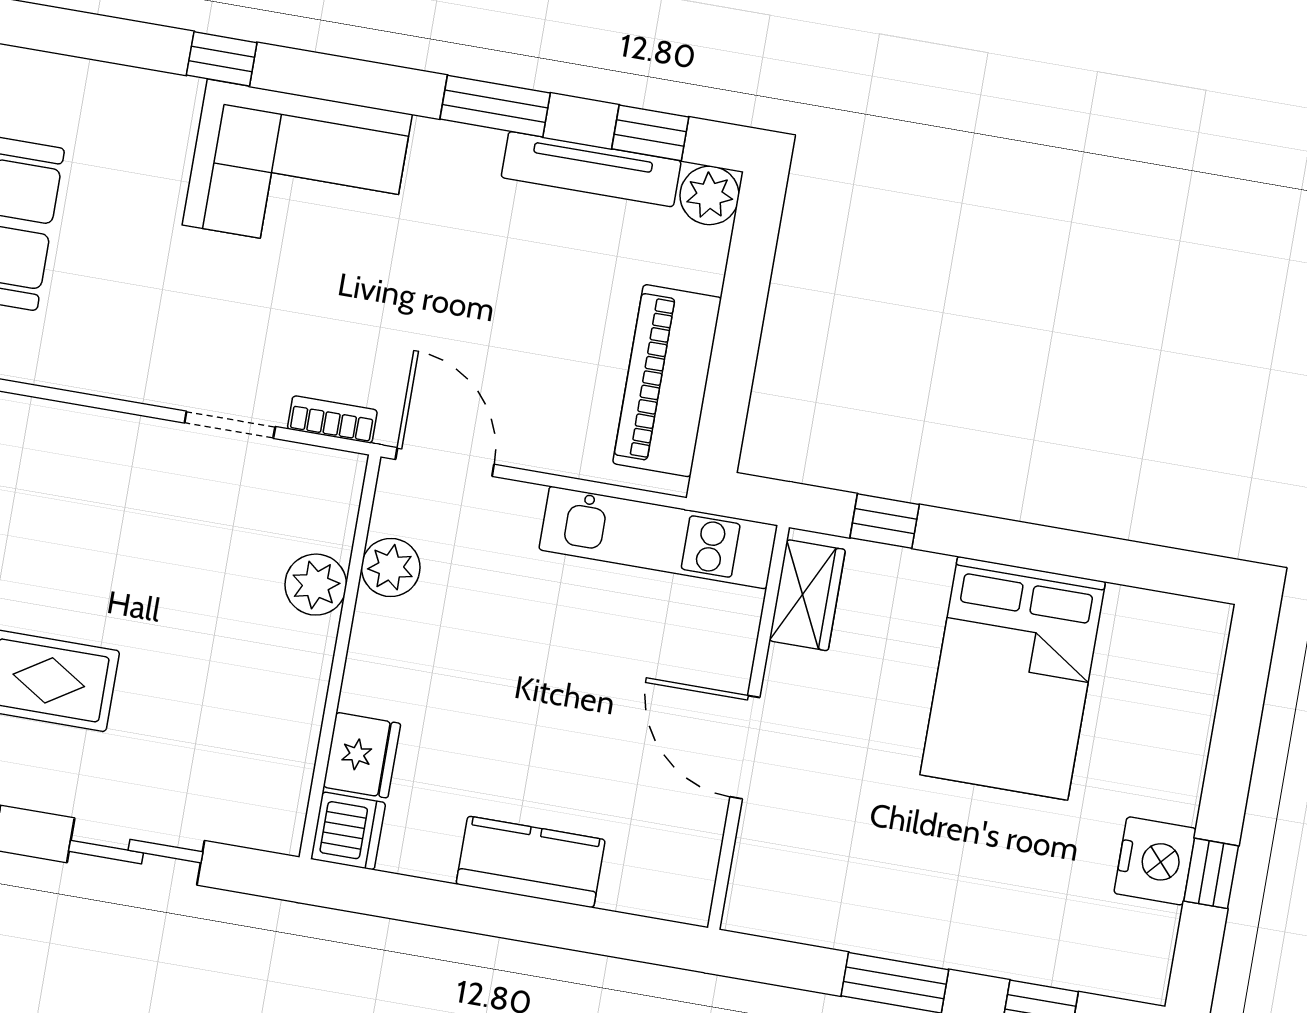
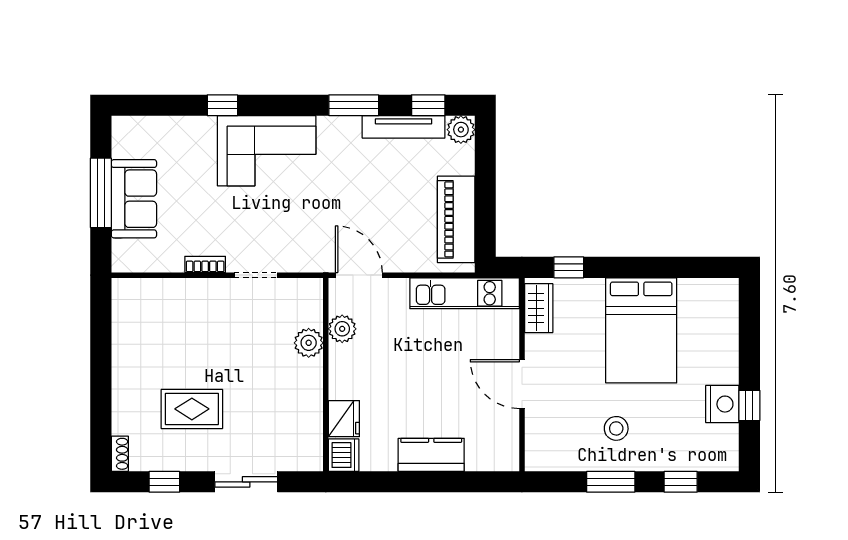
bookcase: (332, 419) -> (205, 264), moved
stool: (925, 874) -> (616, 428), added

